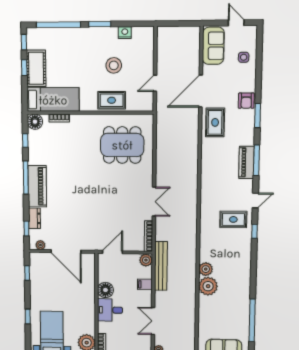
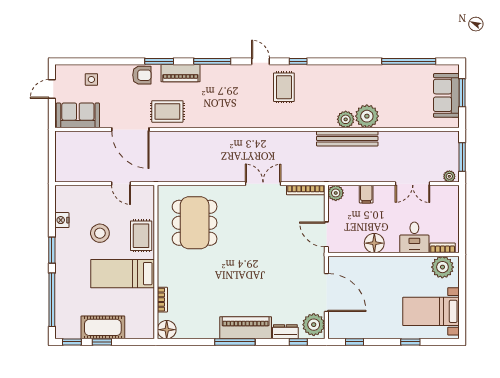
bed: (53, 100) -> (123, 274), moved, turned -90
window: (25, 141) -> (190, 342), removed
piano: (246, 162) -> (180, 73), moved
plant: (40, 245) -> (314, 325), width x1.88, depth x1.88
door: (66, 251) -> (326, 292), hinge flipped
bench: (161, 266) -> (347, 138), moved
desk: (110, 310) -> (414, 237), moved

